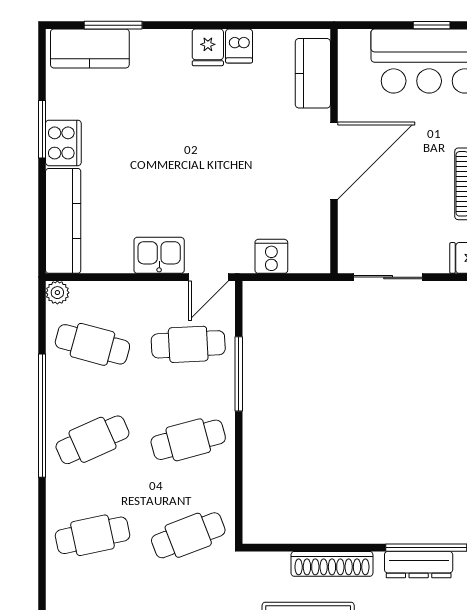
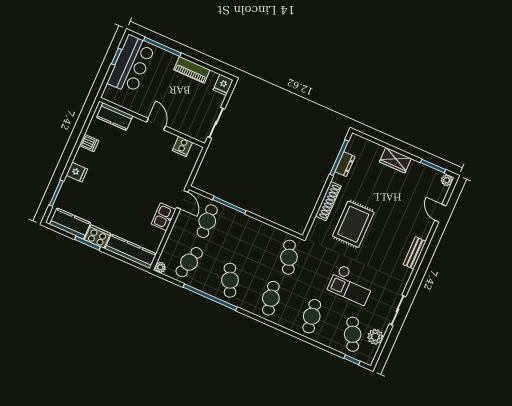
fridge: (208, 47) -> (77, 172), moved
kitchen counter: (90, 48) -> (70, 224), moved, turned -90
door: (334, 161) -> (156, 124), width x0.53
cooker: (271, 256) -> (182, 146), moved, turned -90
cafe table: (188, 440) -> (248, 239), removed
dresser: (419, 565) -> (345, 164), width x0.70

